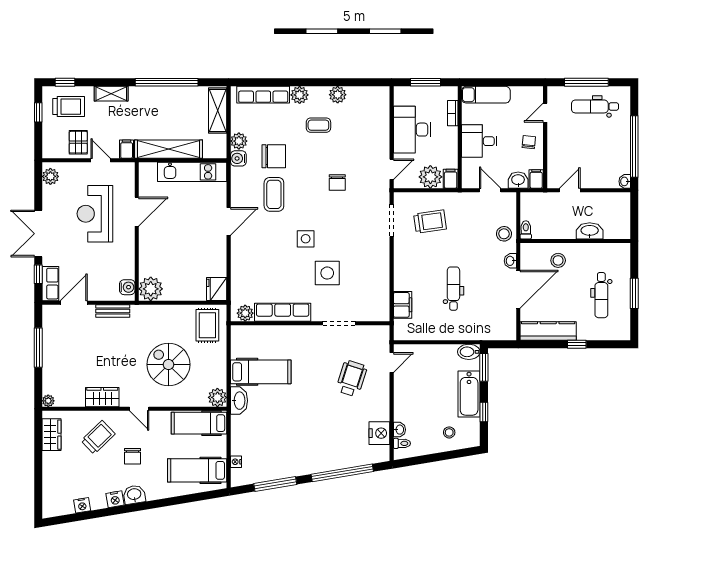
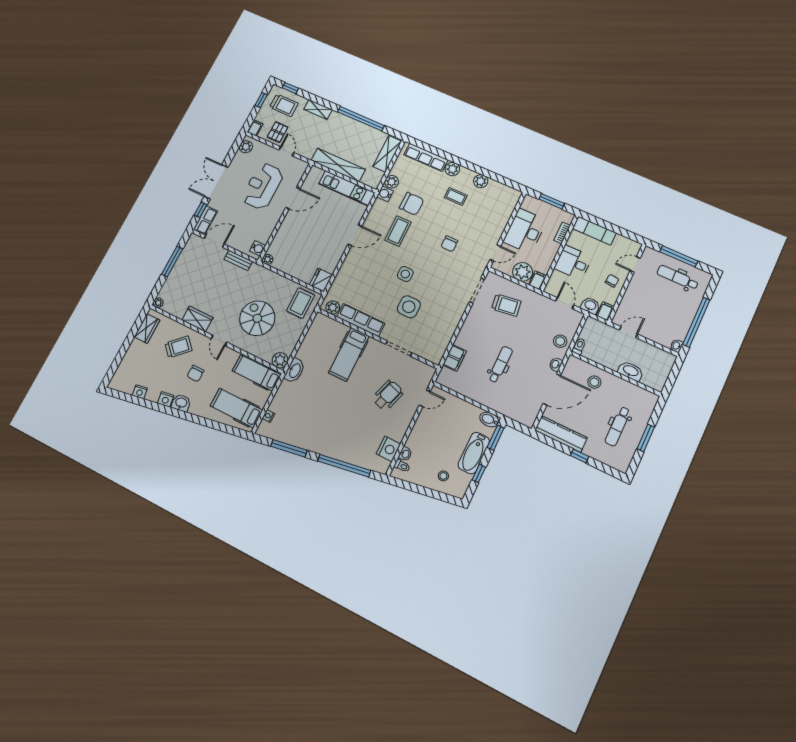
filing cabinet: (127, 149) -> (255, 128), moved
plant: (151, 289) -> (268, 259), width x0.53, depth x0.53
hospital bed: (261, 372) -> (349, 354), moved, turned 90

